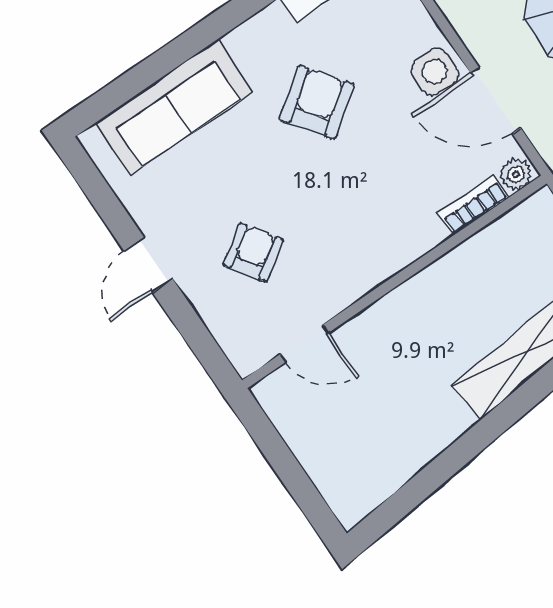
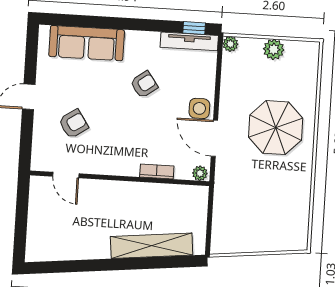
armchair: (317, 102) -> (144, 84), width x0.72, depth x0.72
bookcase: (474, 205) -> (157, 172), moved

